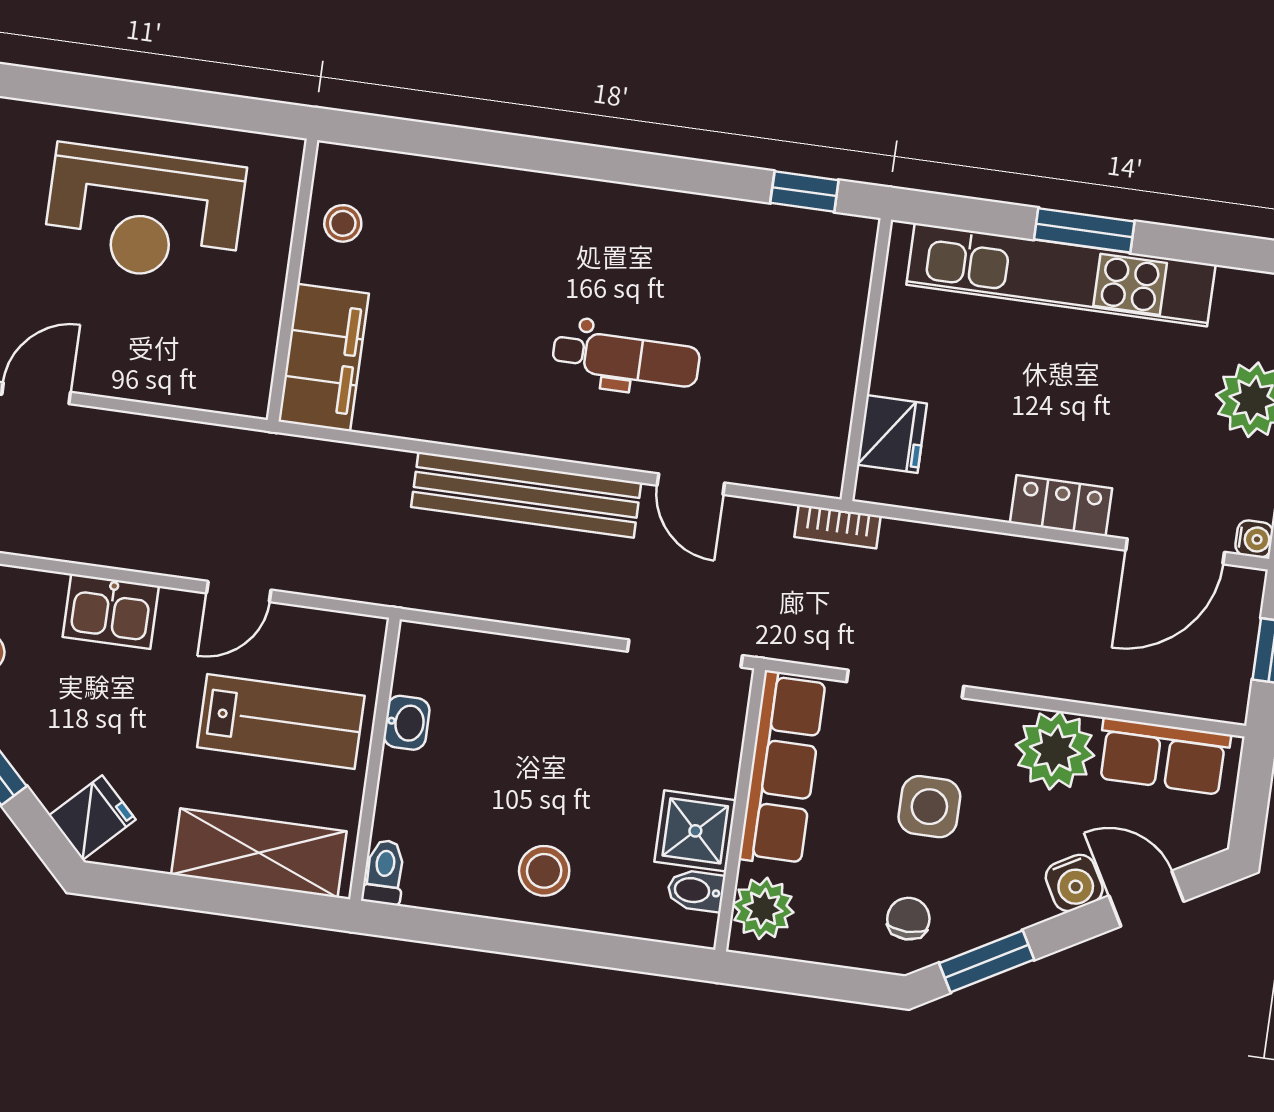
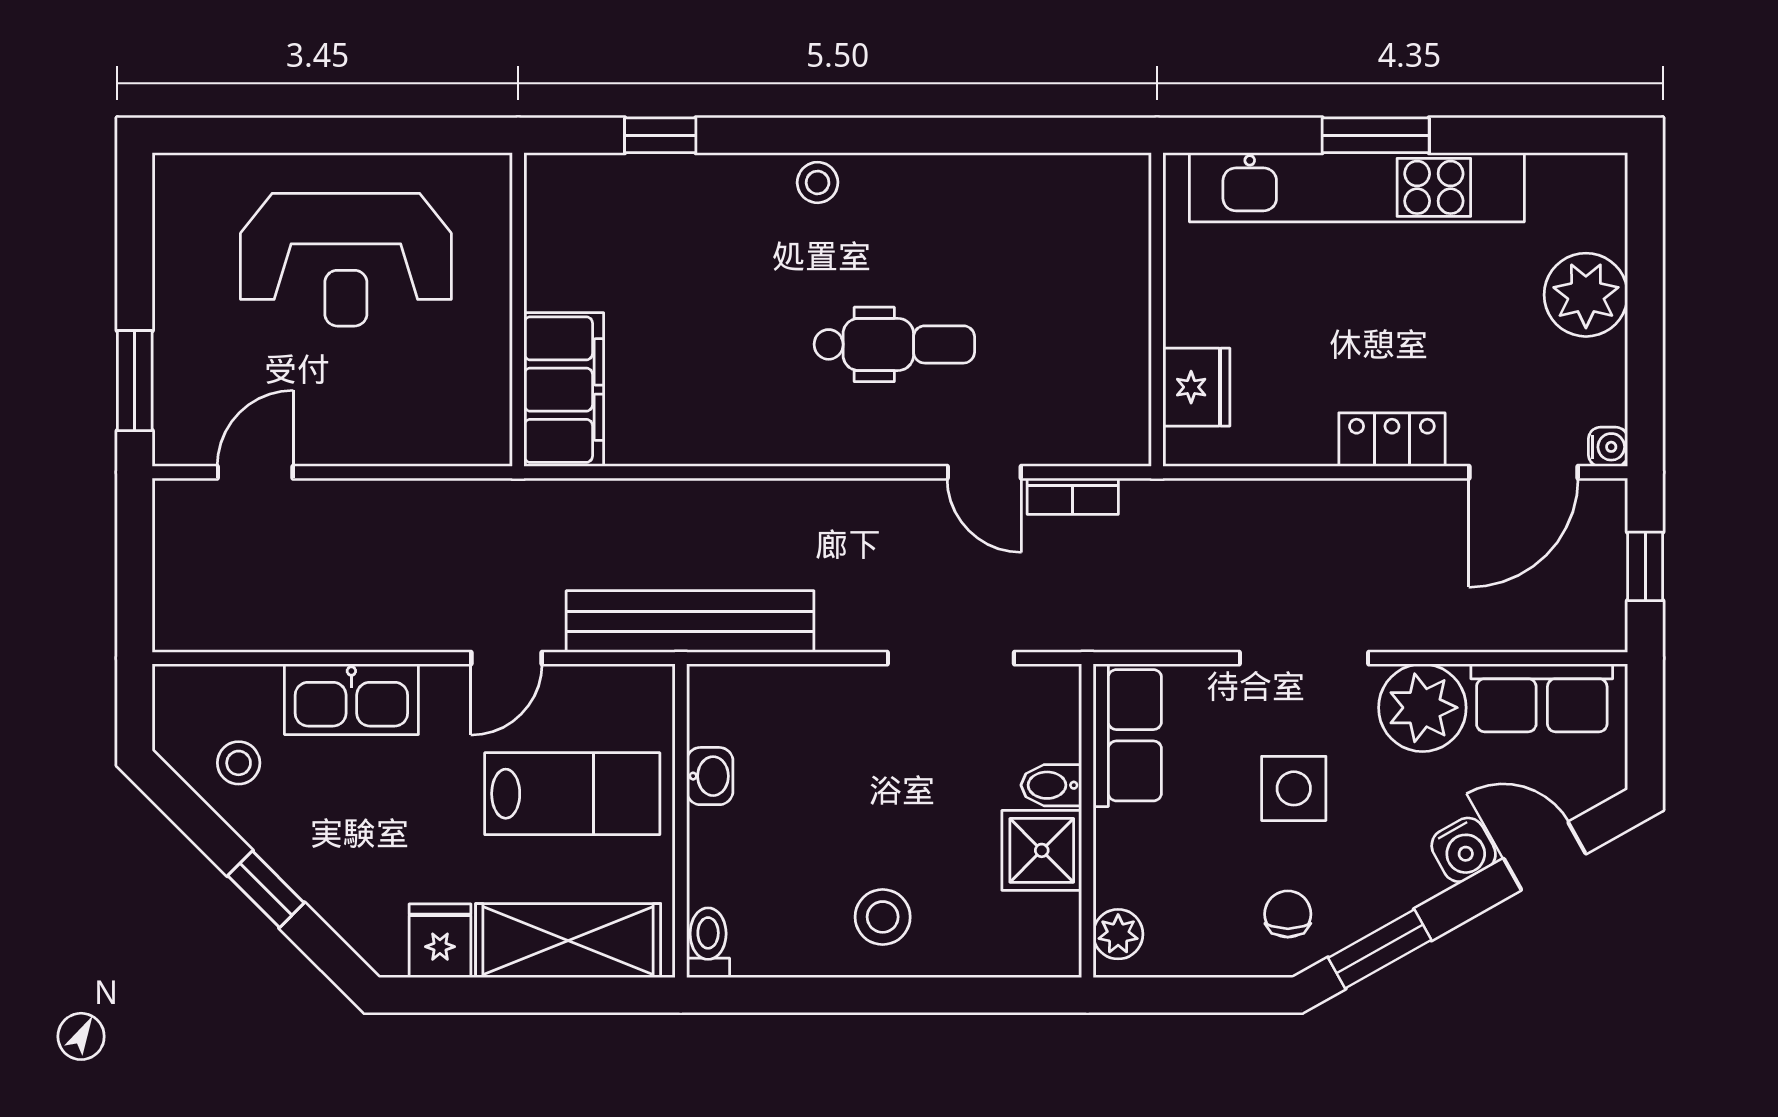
window: (804, 192) -> (660, 135), moved
stool: (343, 223) -> (818, 182), moved
bench: (526, 495) -> (690, 621), moved
bookcase: (838, 526) -> (1073, 496), moved
kitchen sink: (111, 611) -> (351, 699), width x1.38
doorway: (685, 653) -> (951, 658), moved
doorway: (905, 684) -> (1304, 658), moved
row of seats: (782, 769) -> (1127, 735), width x0.68
fridge: (92, 818) -> (440, 941), moved, turned -45
bidet: (696, 891) -> (1051, 785), moved
plant: (763, 908) -> (1118, 934), width x0.73, depth x0.73

